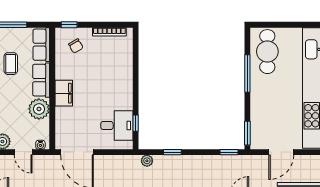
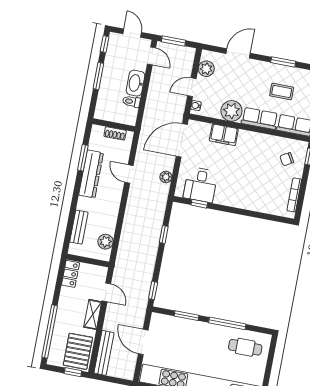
cafe table: (267, 52) -> (245, 347), width x0.73, depth x0.74
filing cabinet: (64, 93) -> (224, 135), moved
window: (247, 133) -> (186, 316), moved
plant: (147, 161) -> (166, 177), moved

